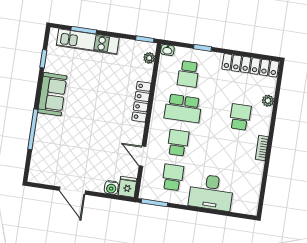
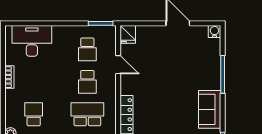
school desk: (240, 117) -> (34, 114), turned 180
bookcase: (262, 148) -> (9, 77), moved
water cooler: (111, 188) -> (214, 32), moved
desk: (211, 192) -> (32, 41), moved

